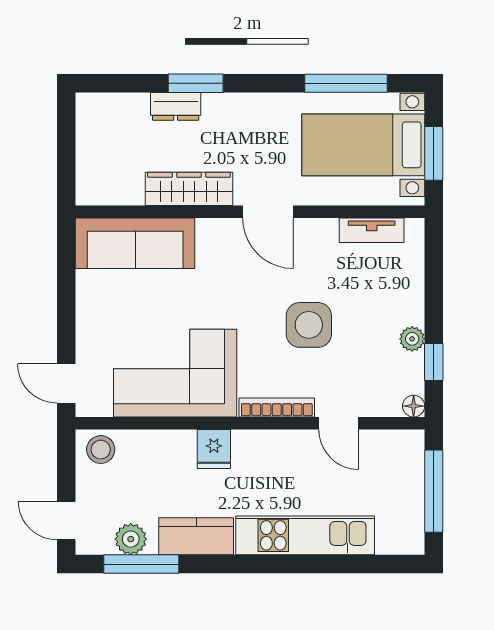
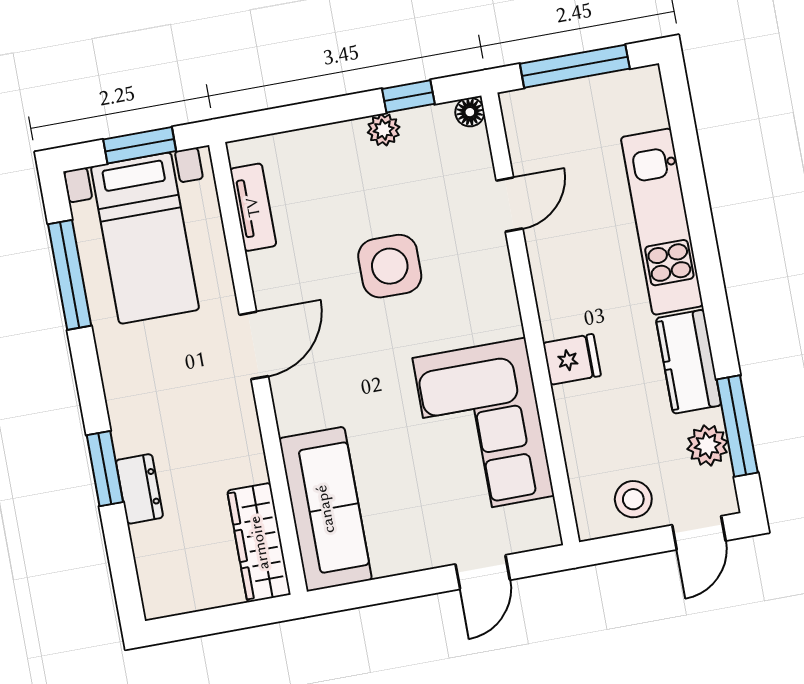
wardrobe: (189, 189) -> (259, 543), moved
door: (66, 383) -> (483, 572), moved
bookcase: (277, 407) -> (504, 288), removed
stool: (101, 450) -> (633, 499), moved

